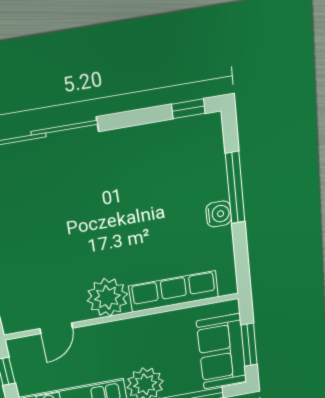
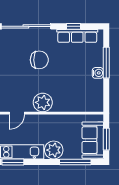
window: (188, 109) -> (74, 26), moved
chair: (84, 208) -> (39, 60), added
row of seats: (174, 291) -> (77, 36), moved, turned 180

